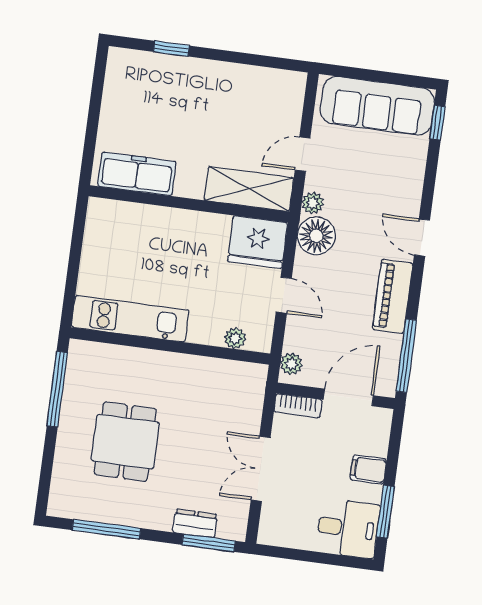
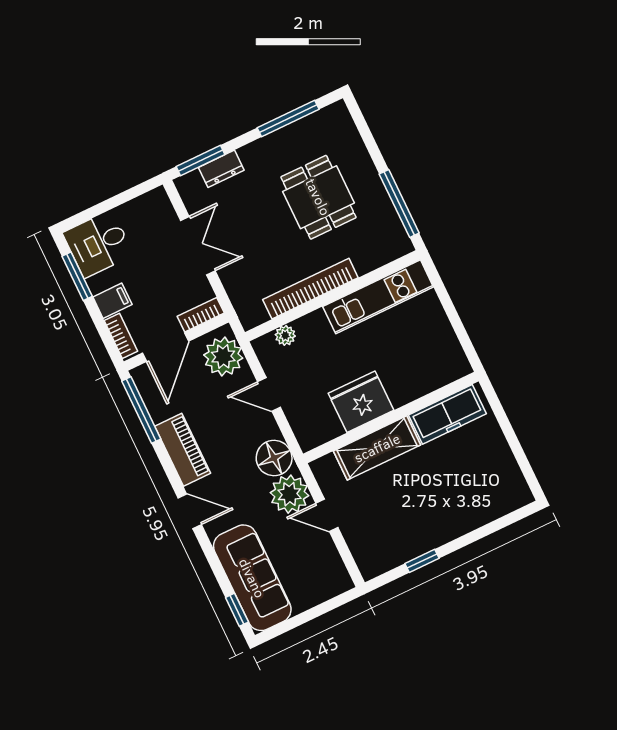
window: (171, 49) -> (422, 561), moved
sofa: (377, 106) -> (252, 578), moved, turned 90
door: (303, 154) -> (327, 515), swing flipped
shelving: (249, 189) -> (377, 448), moved
plant: (313, 203) -> (290, 494), width x1.88, depth x1.88
fridge: (258, 242) -> (361, 402), moved
plant: (291, 364) -> (223, 356), width x1.87, depth x1.87
bookcase: (185, 365) -> (310, 289), added
bookcase: (381, 433) -> (121, 336), added

